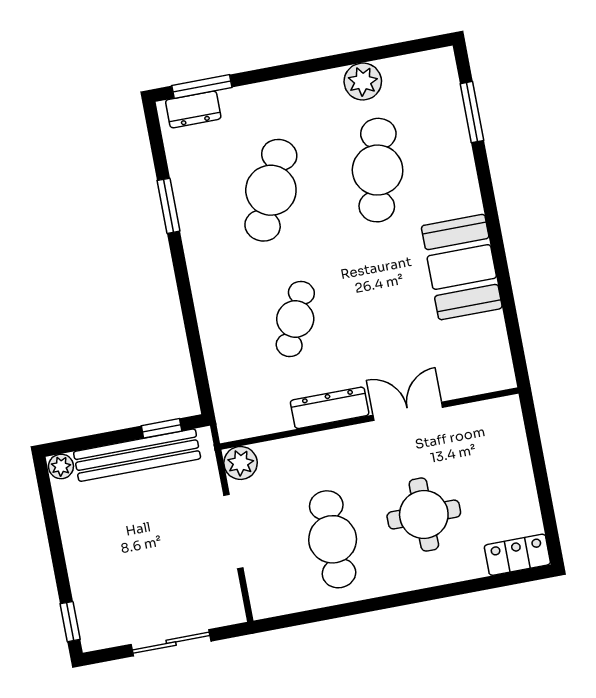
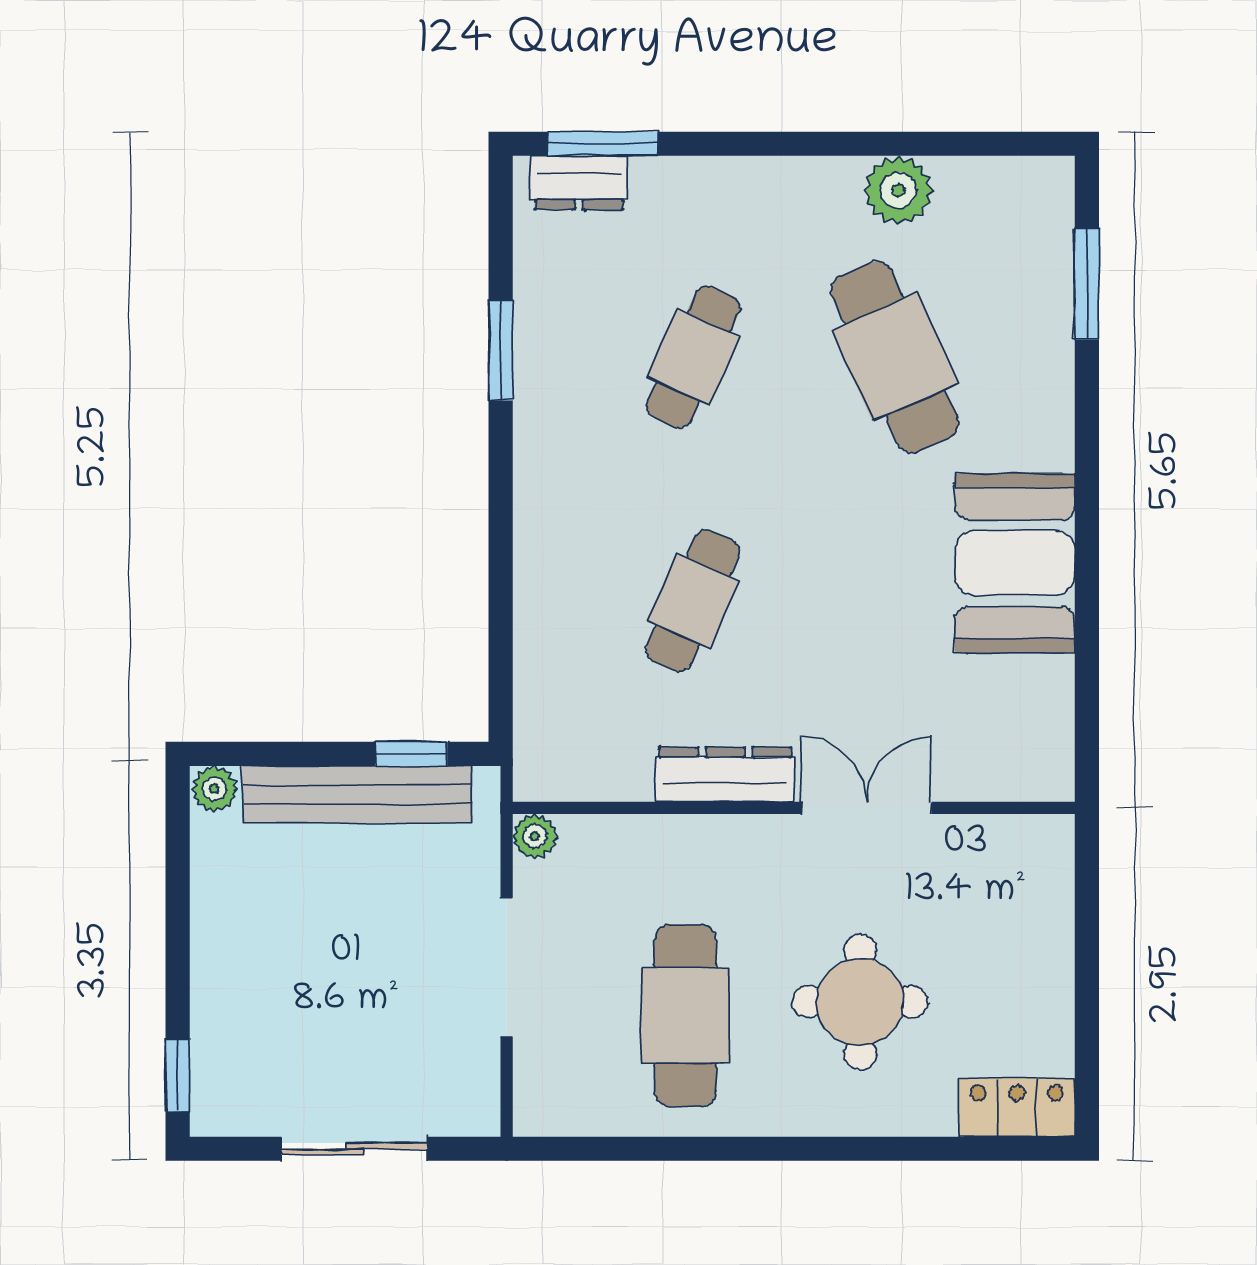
cafe table: (378, 170) -> (895, 357), turned -36
cafe table: (271, 190) -> (693, 357), width x0.73, depth x0.74
plant: (241, 463) -> (535, 836), width x0.73, depth x0.73

